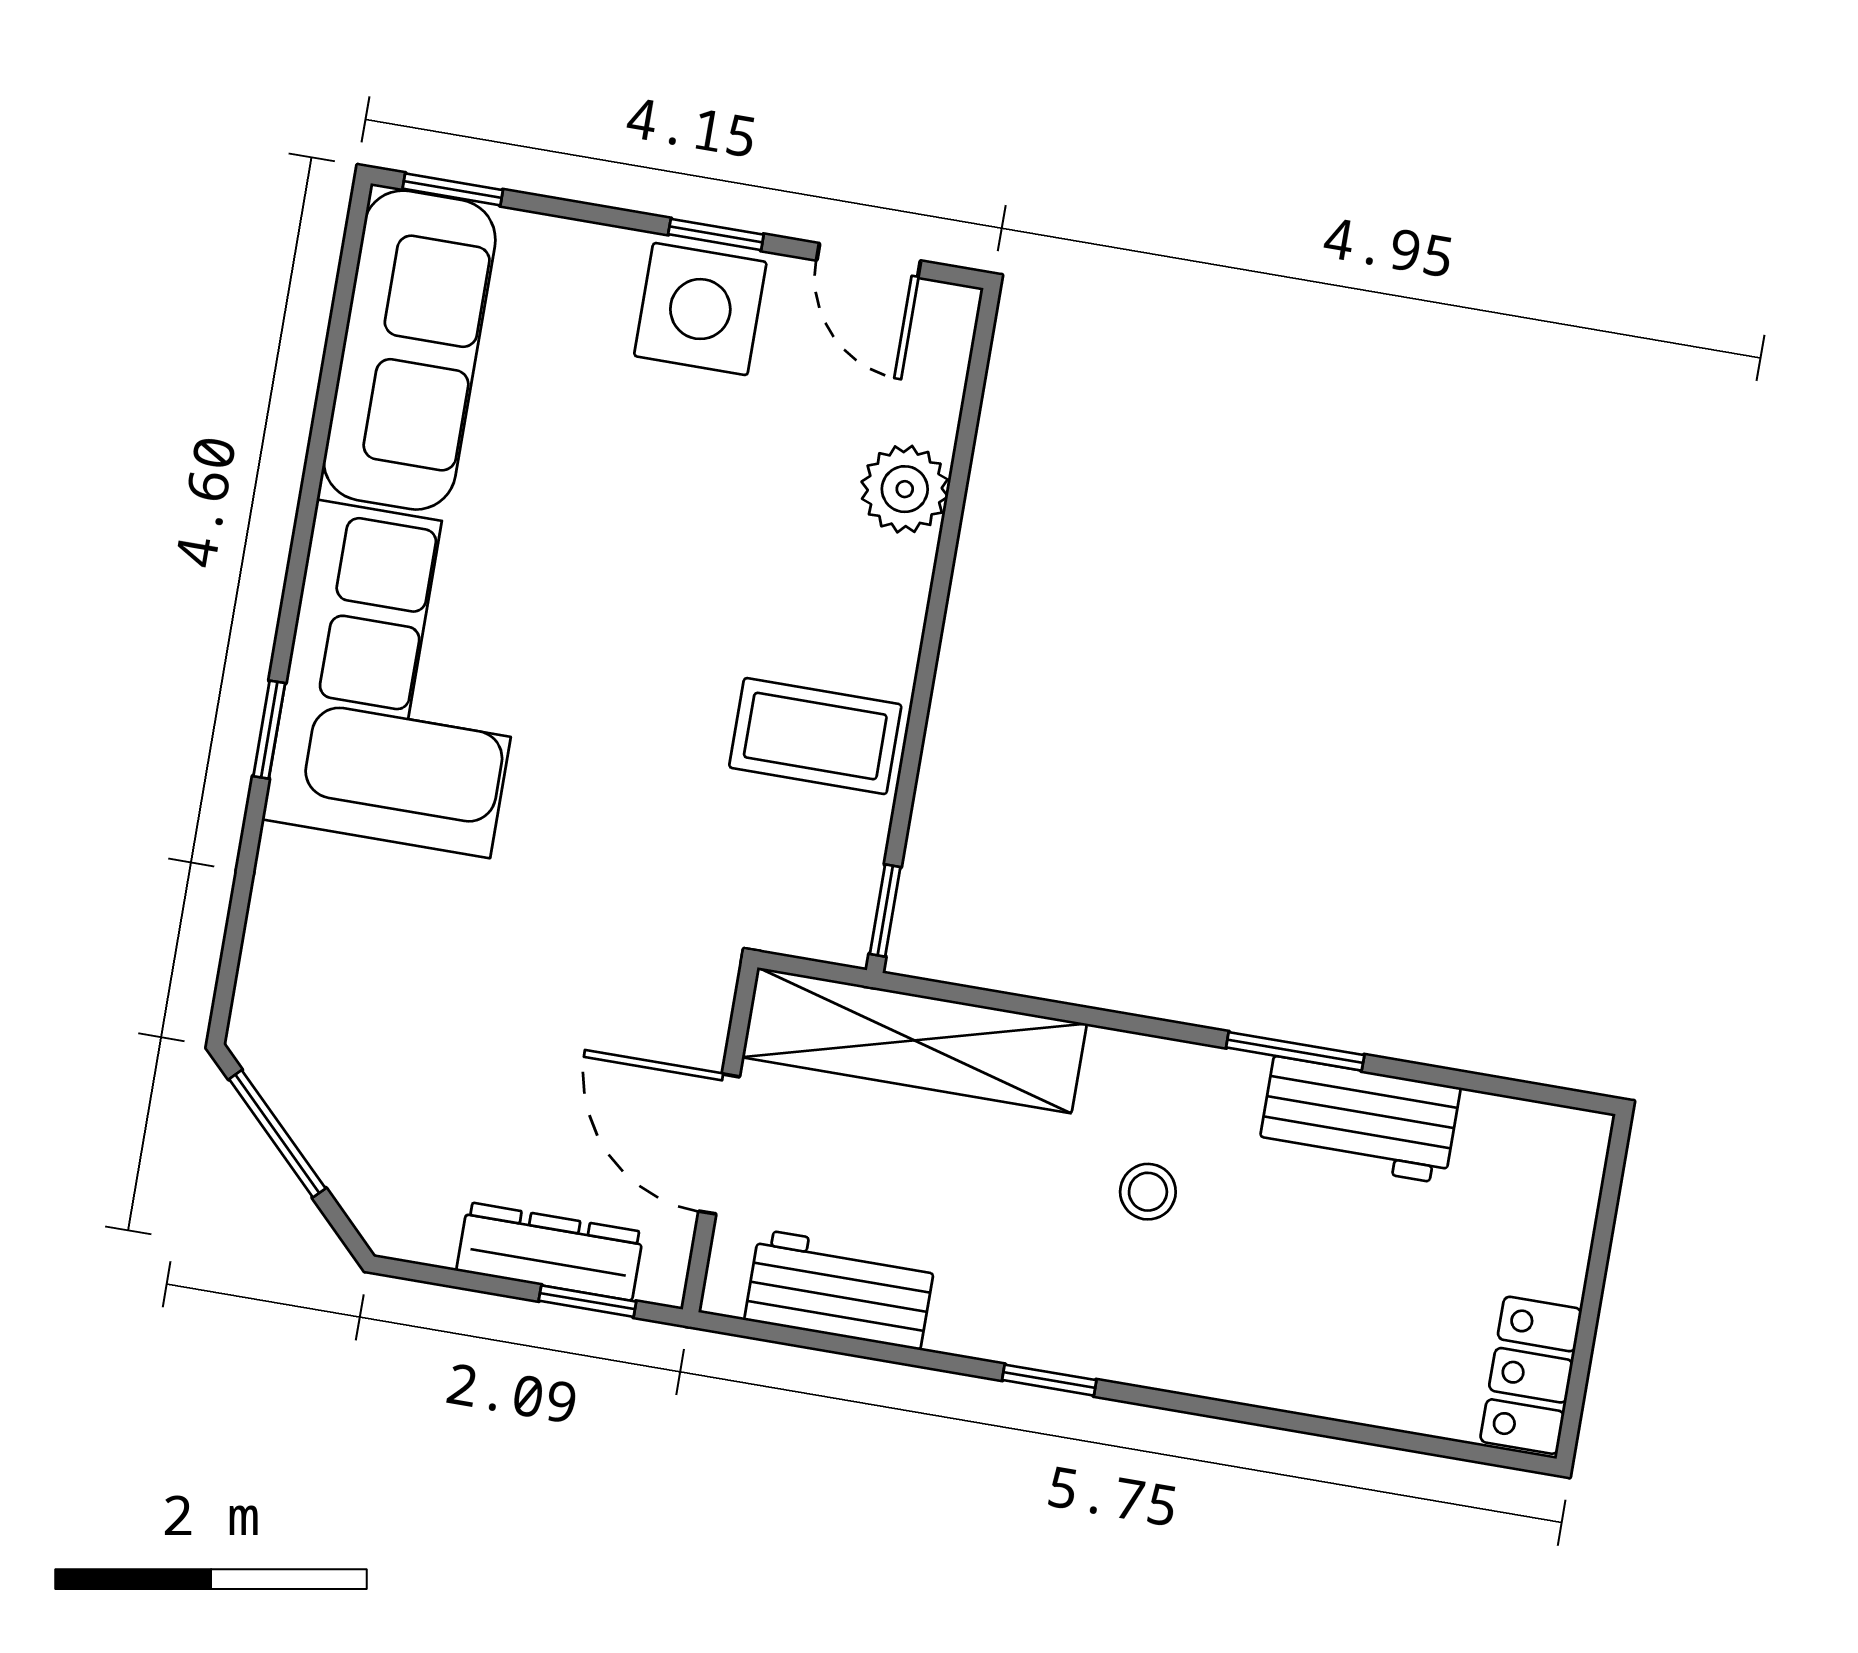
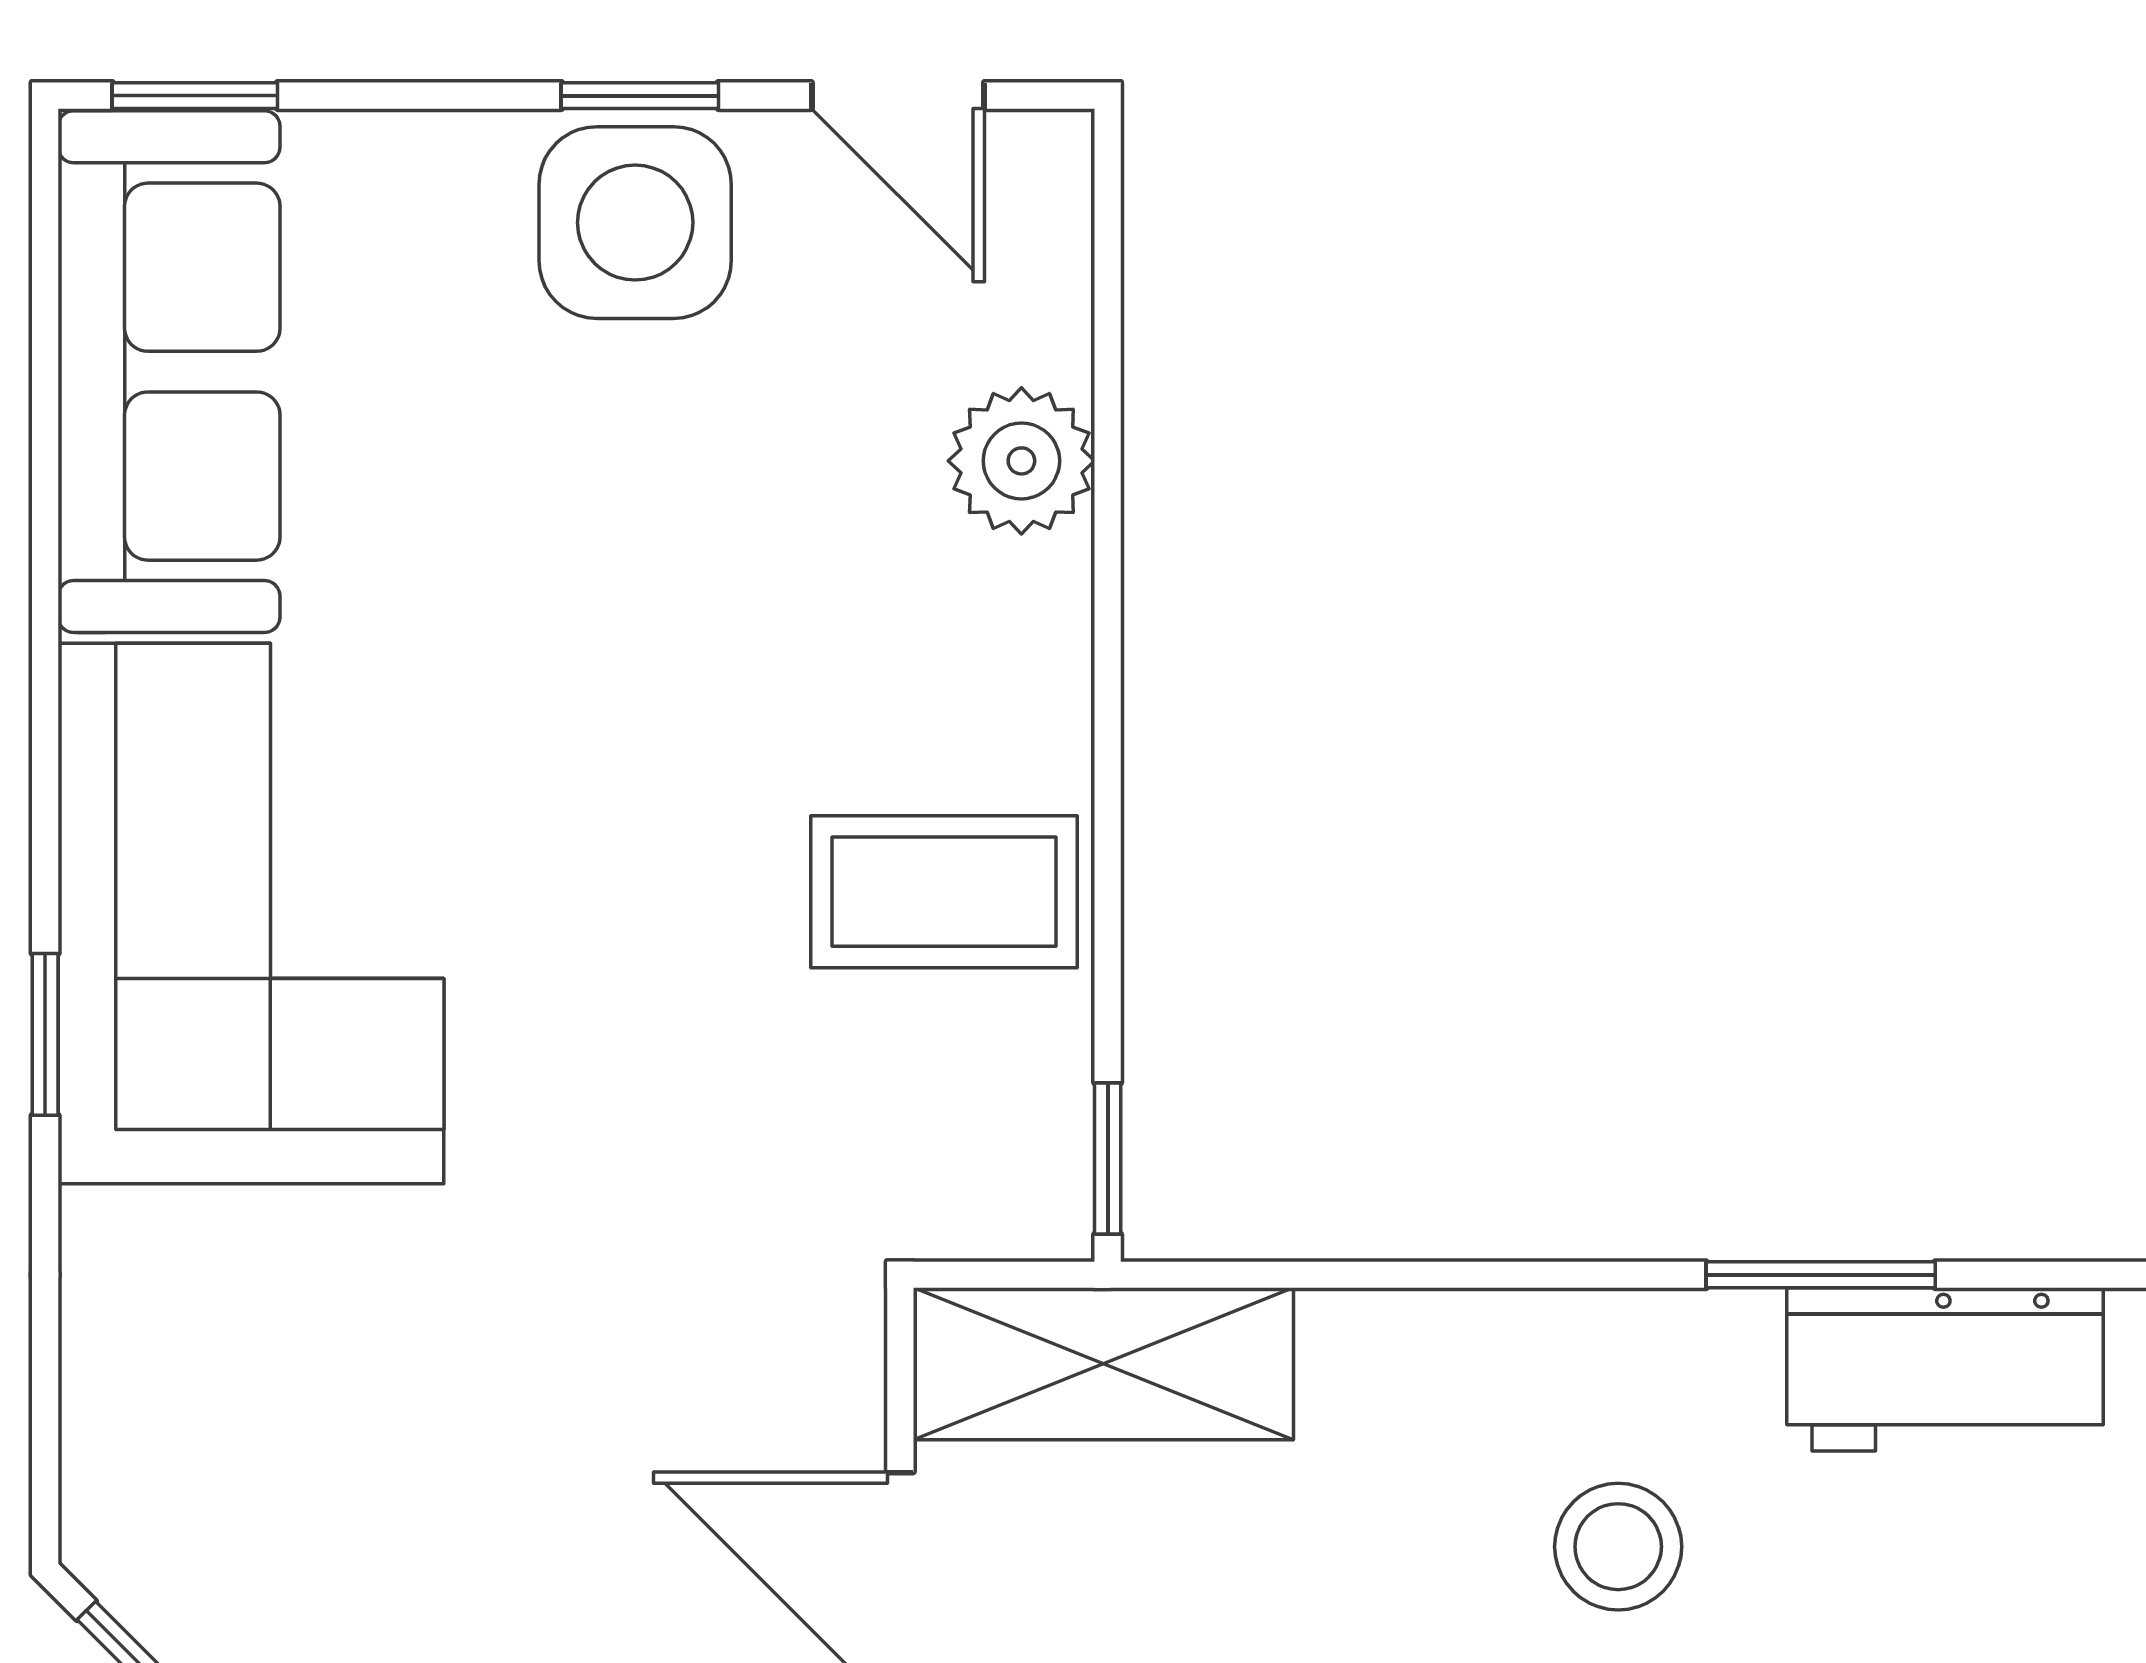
shelving: (914, 1040) -> (1103, 1364), width x0.68
stool: (1148, 1192) -> (1618, 1547), width x1.37, depth x1.37

